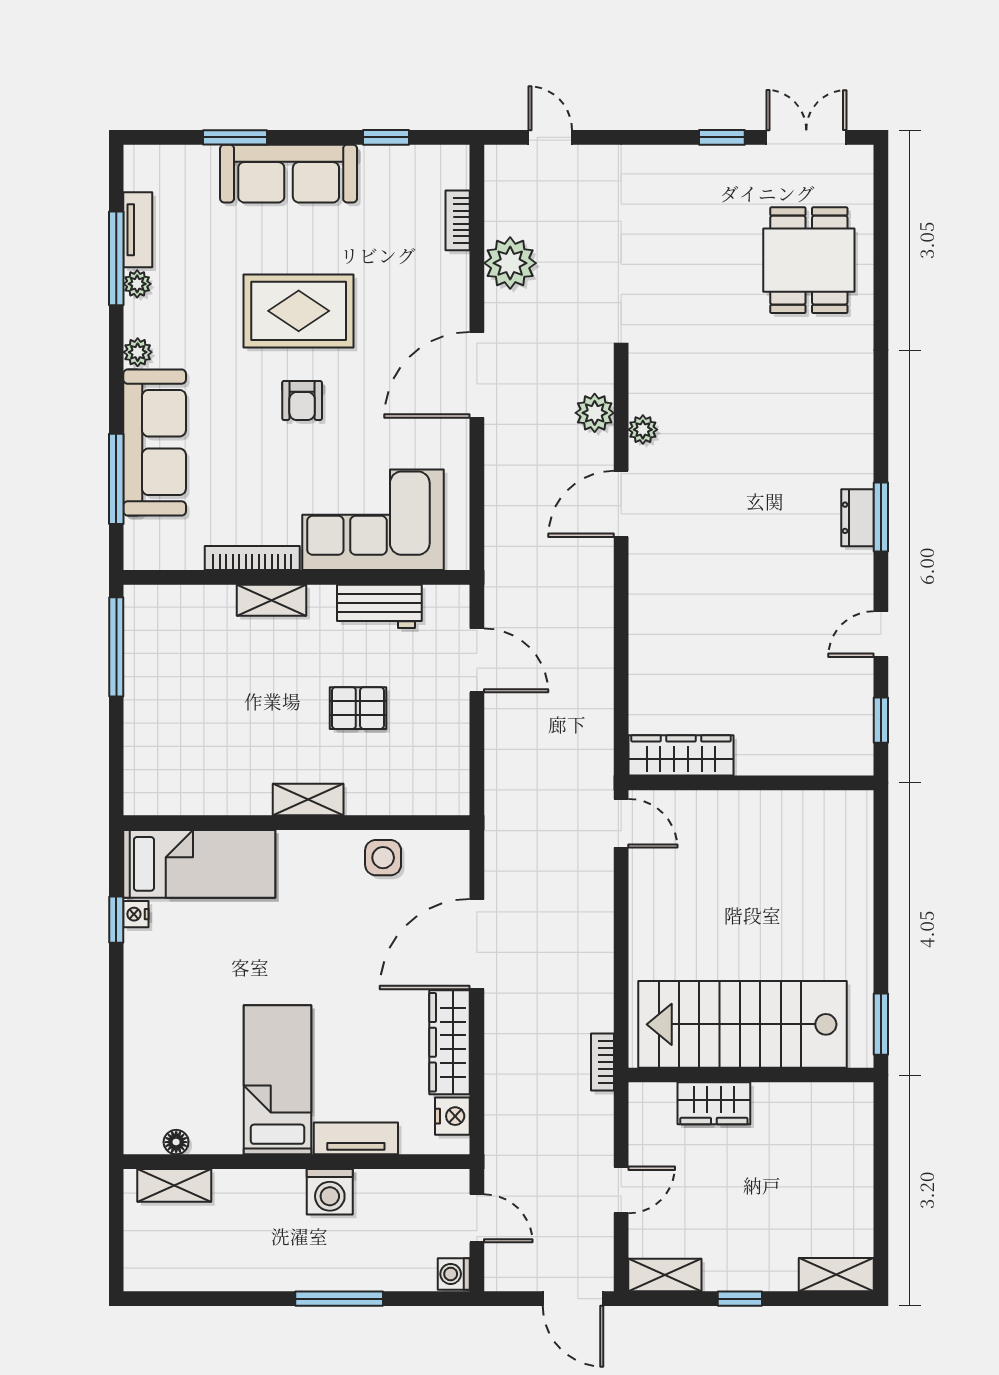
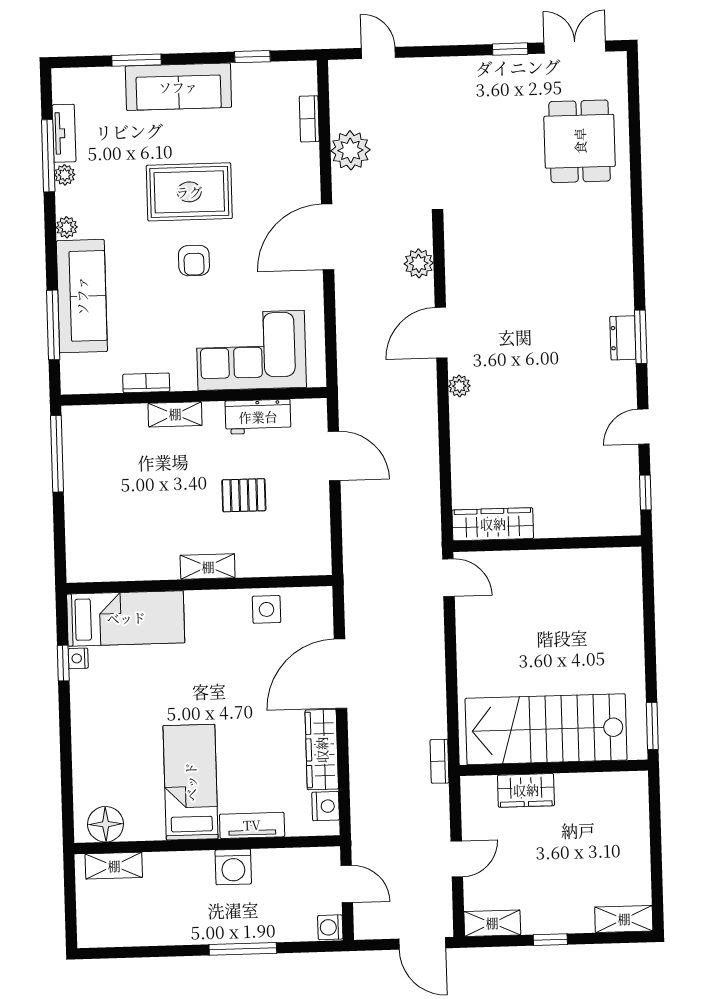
plant: (643, 430) -> (459, 386), moved
bookcase: (252, 558) -> (146, 383), width x0.64
floor lamp: (176, 1142) -> (106, 824), width x1.89, depth x1.89

